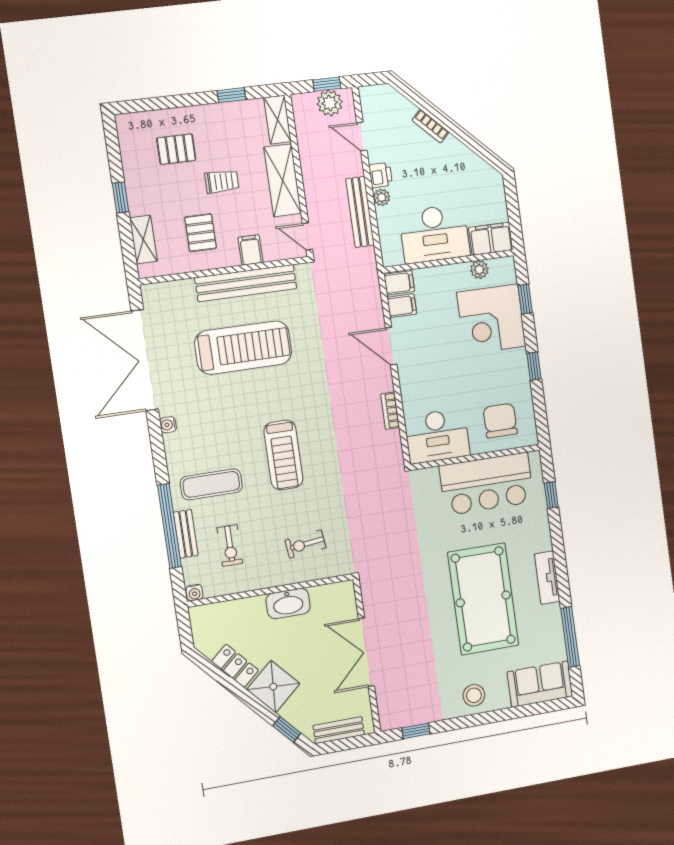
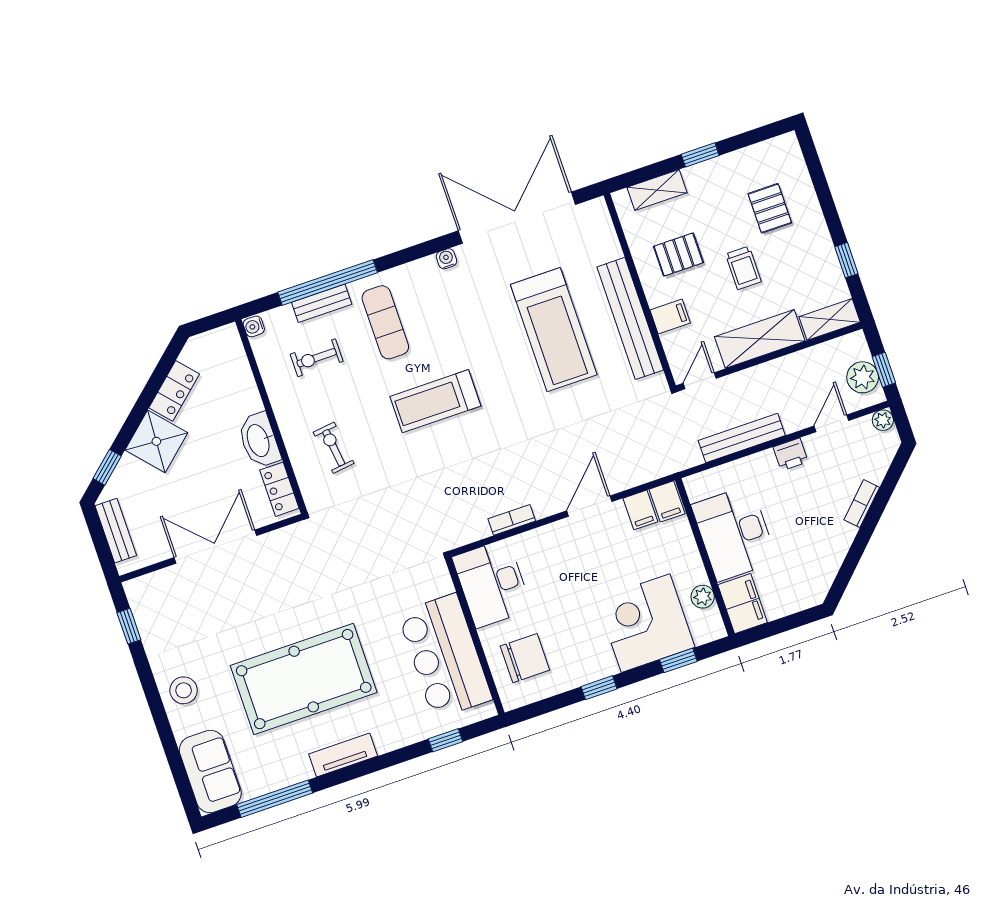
plant: (382, 197) -> (883, 420), moved
locker: (330, 593) -> (279, 489), added

